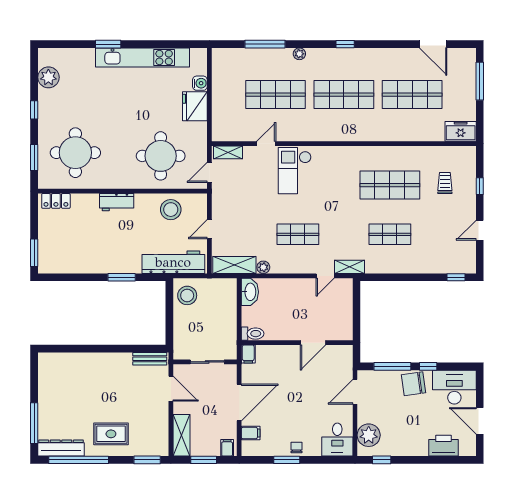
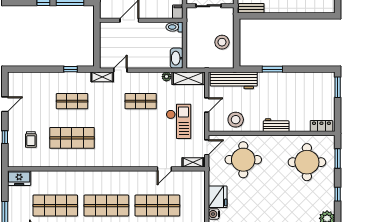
checkout: (295, 171) -> (179, 121), moved
window: (456, 277) -> (70, 69), moved
stool: (187, 295) -> (222, 42), moved

